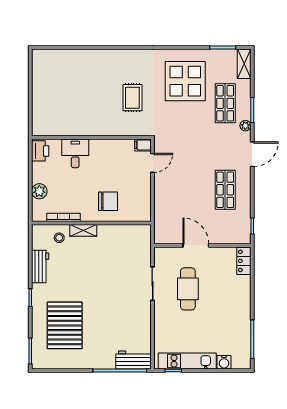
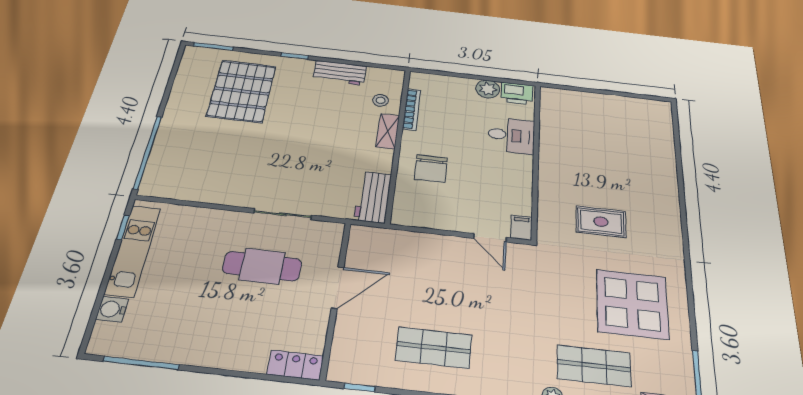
plant: (39, 191) -> (488, 89), moved
pallet: (65, 325) -> (242, 91), turned 90
workbench: (133, 360) -> (373, 197), moved, turned 180

